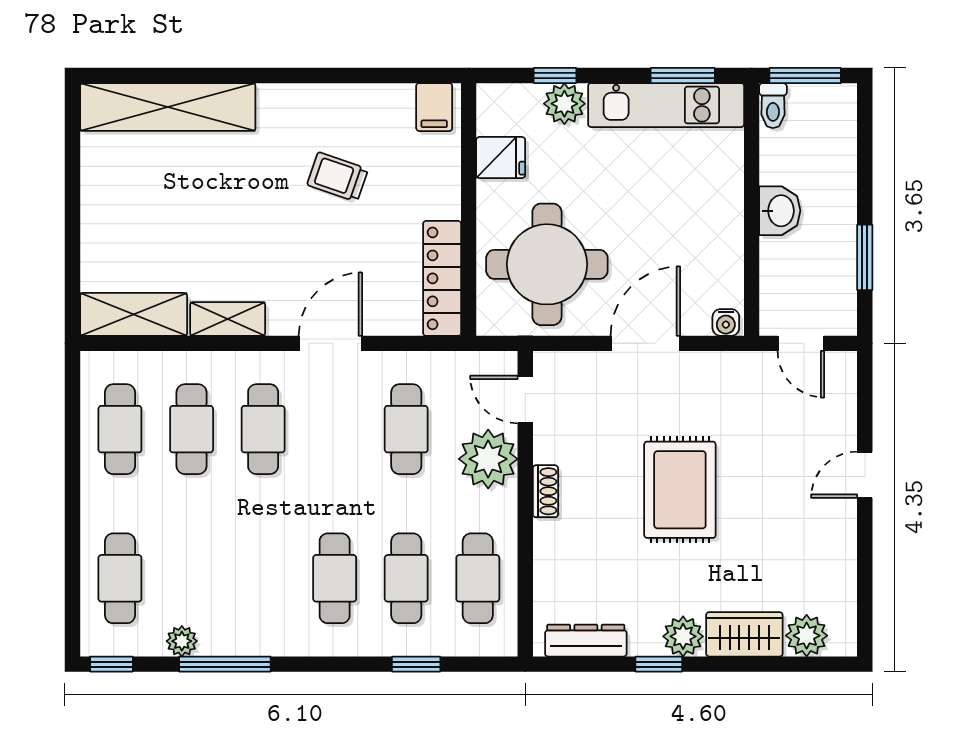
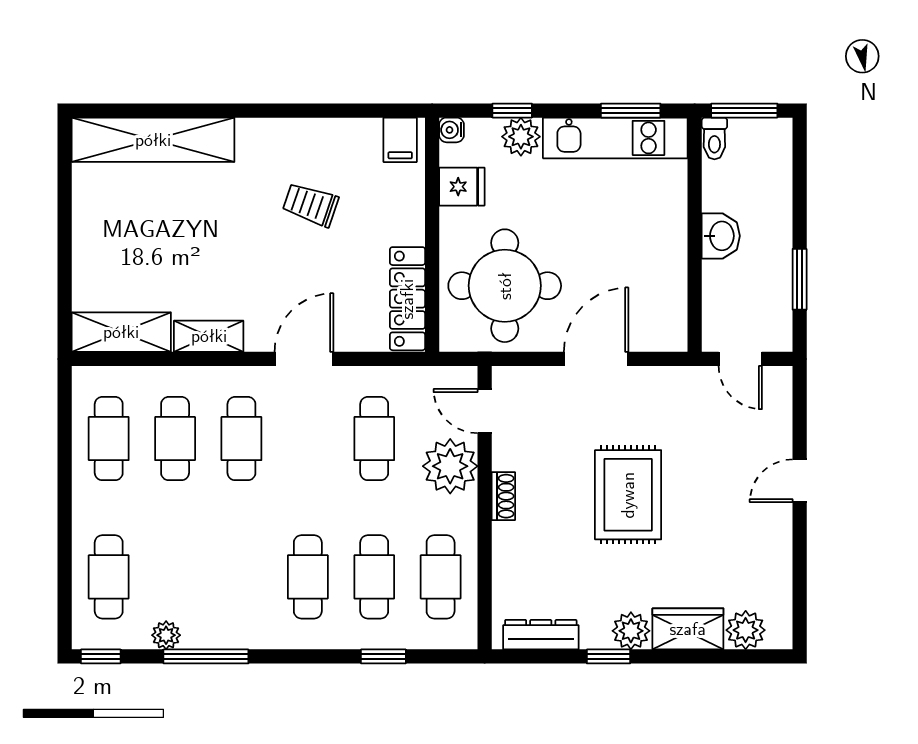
water cooler: (726, 322) -> (451, 130), moved, turned 90

